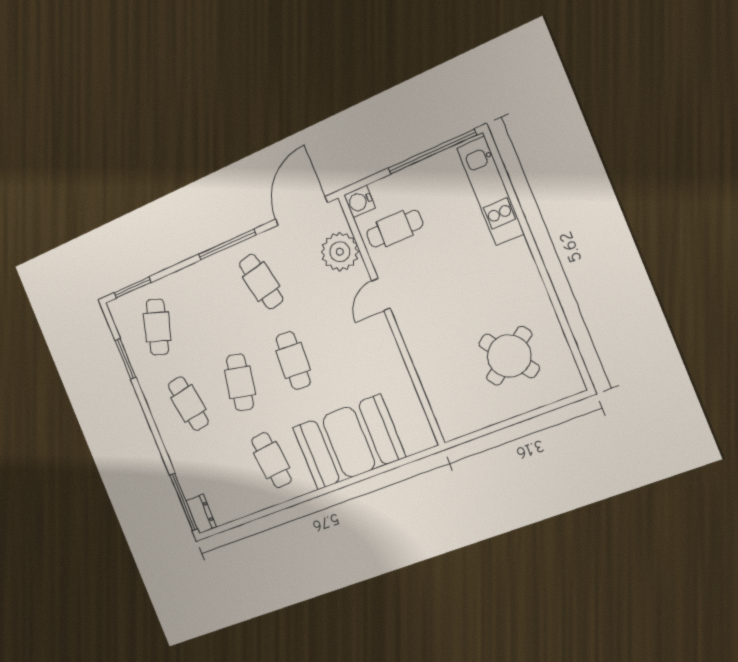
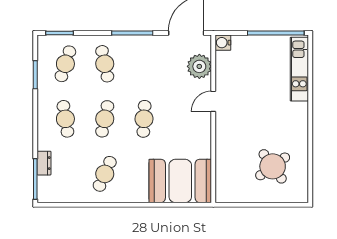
cafe table: (395, 229) -> (237, 67), removed
cafe table: (261, 282) -> (105, 64), moved
booth: (349, 442) -> (180, 181), moved
cafe table: (272, 460) -> (105, 174), turned 30
dresser: (201, 514) -> (44, 163), moved

